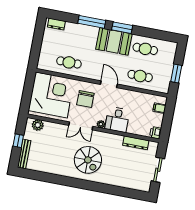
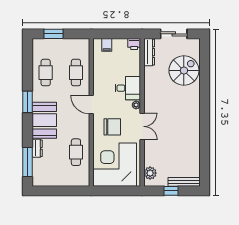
window: (92, 22) -> (28, 162), moved
dresser: (56, 24) -> (37, 148), moved
booth: (114, 42) -> (44, 120), moved
window: (176, 74) -> (53, 34), moved
door: (109, 84) -> (91, 105), hinge flipped
dresser: (136, 143) -> (149, 52), moved
spiral stairs: (88, 160) -> (184, 71), moved

